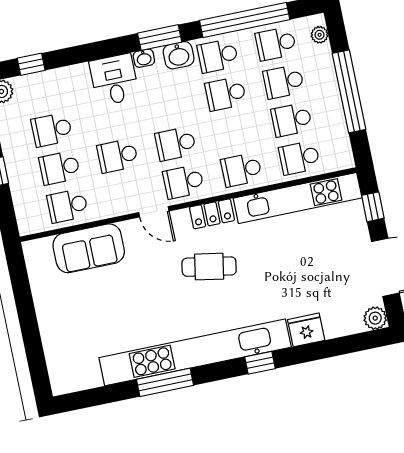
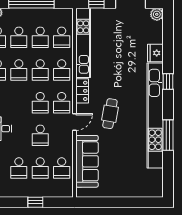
school desk: (234, 132) -> (40, 70), added
sofa: (89, 248) -> (87, 161), width x1.36
cafe table: (209, 267) -> (110, 114), moved

